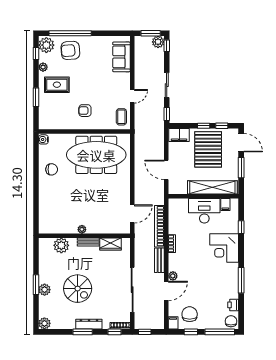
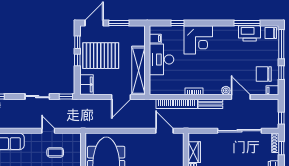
coffee table: (121, 117) -> (55, 152), moved
shelving: (212, 187) -> (138, 71), moved
window: (241, 280) -> (247, 23), moved
printer: (233, 305) -> (250, 33), width x1.87, depth x1.48

